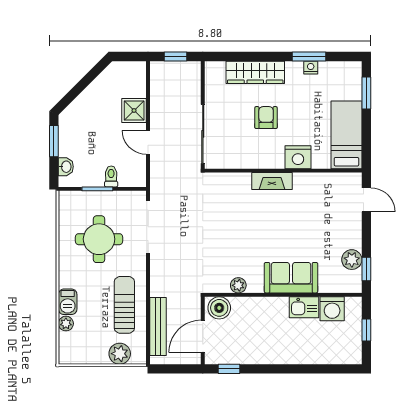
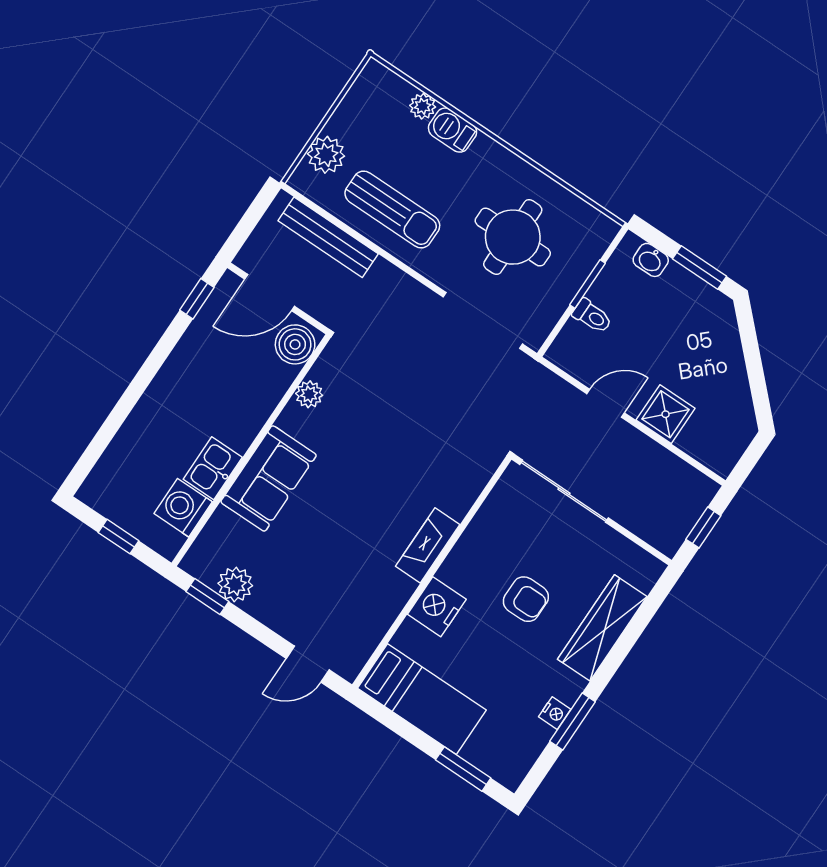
door: (203, 336) -> (270, 293), swing flipped

